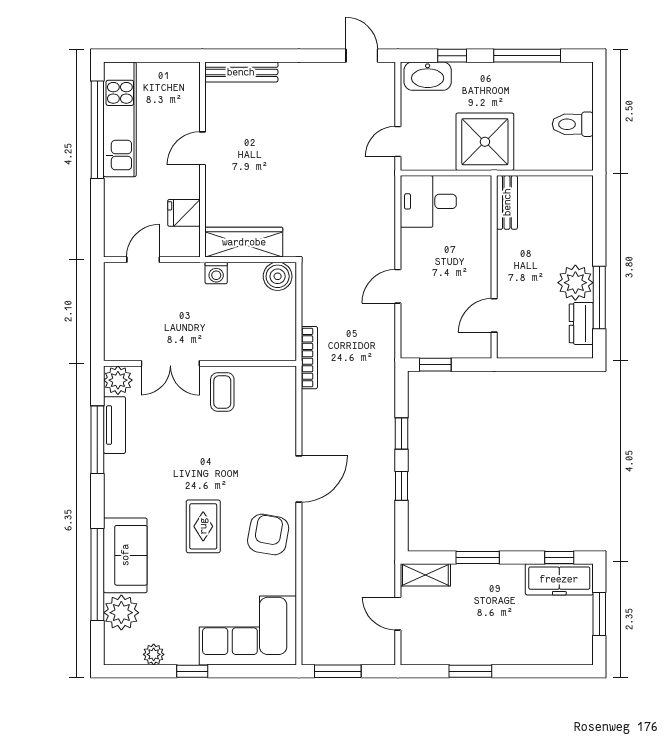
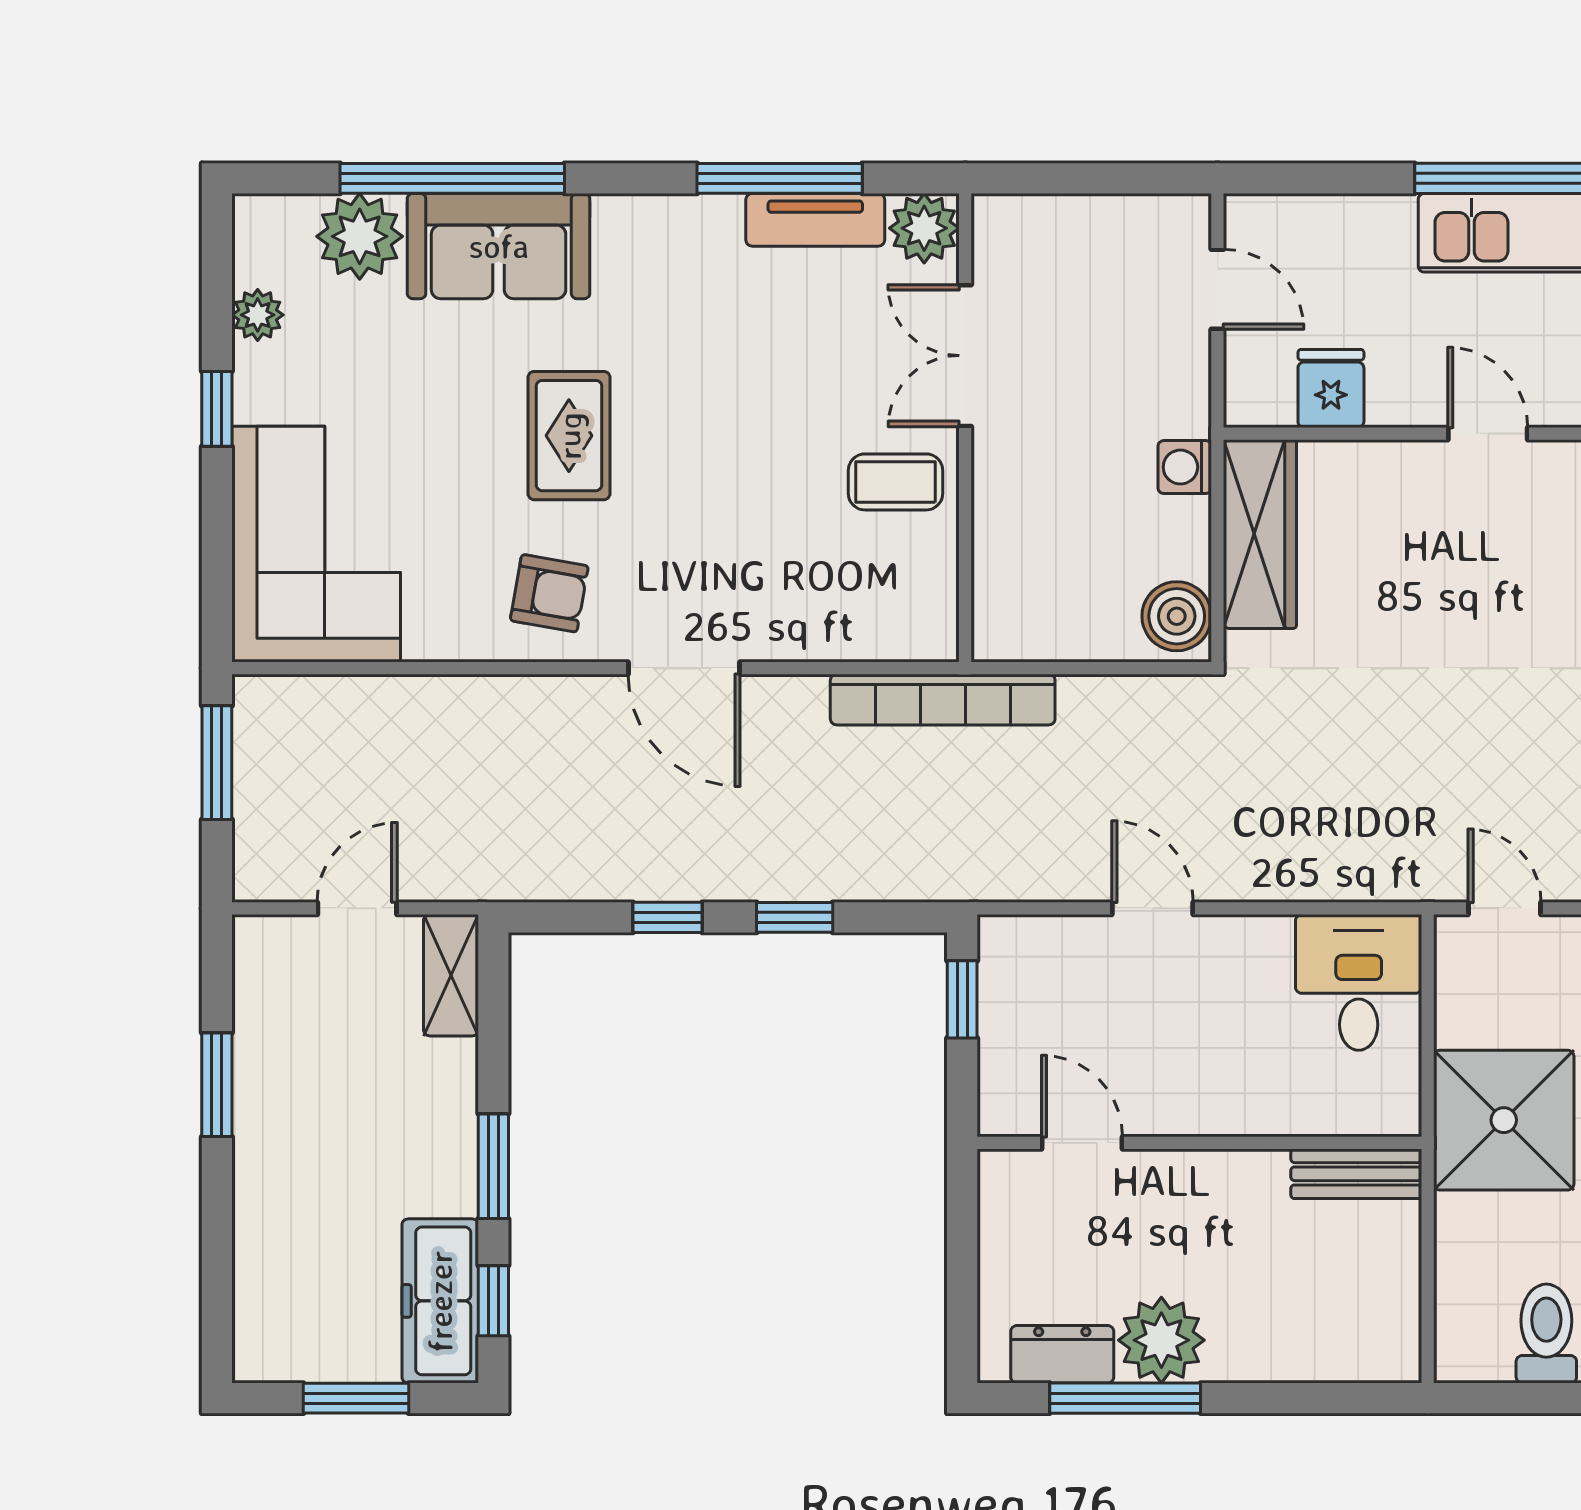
bookcase: (309, 358) -> (943, 700), width x1.48, depth x1.31
rug: (203, 526) -> (569, 436), turned 90
armchair: (268, 534) -> (549, 593), width x0.72, depth x0.72
window: (478, 557) -> (493, 1166), moved

